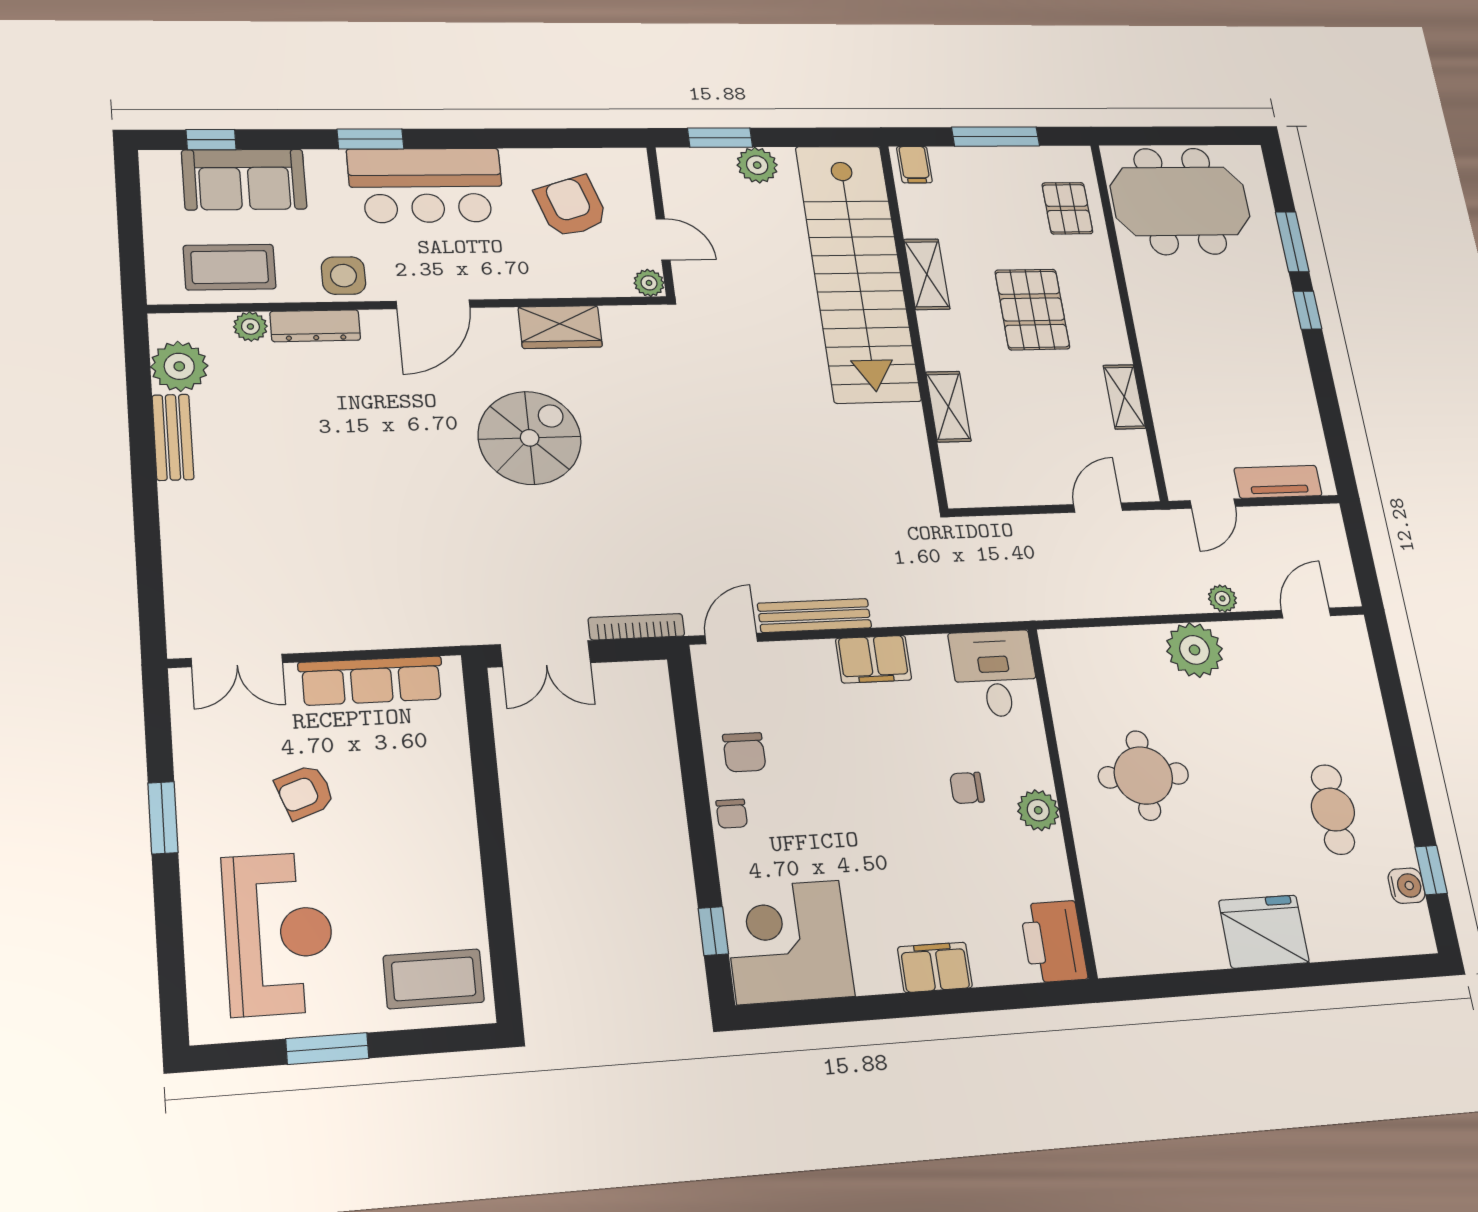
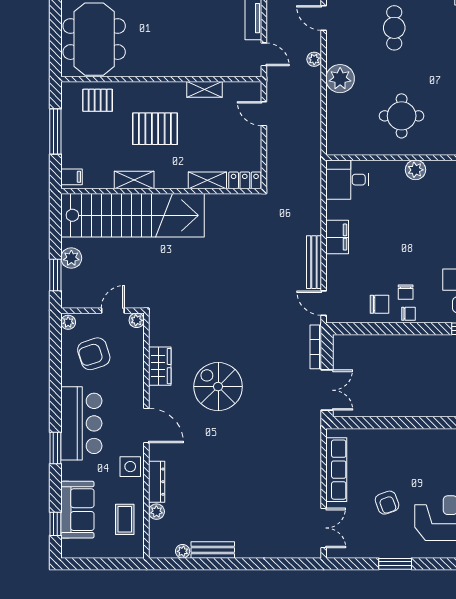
plant: (629, 160) -> (68, 322), added
coffee table: (230, 267) -> (125, 519), width x0.73, depth x0.77
plant: (179, 366) -> (183, 551), width x0.53, depth x0.53
locker: (960, 476) -> (245, 180), added
chair: (967, 788) -> (406, 292), moved
cafe table: (1333, 810) -> (394, 28), moved, turned 90

